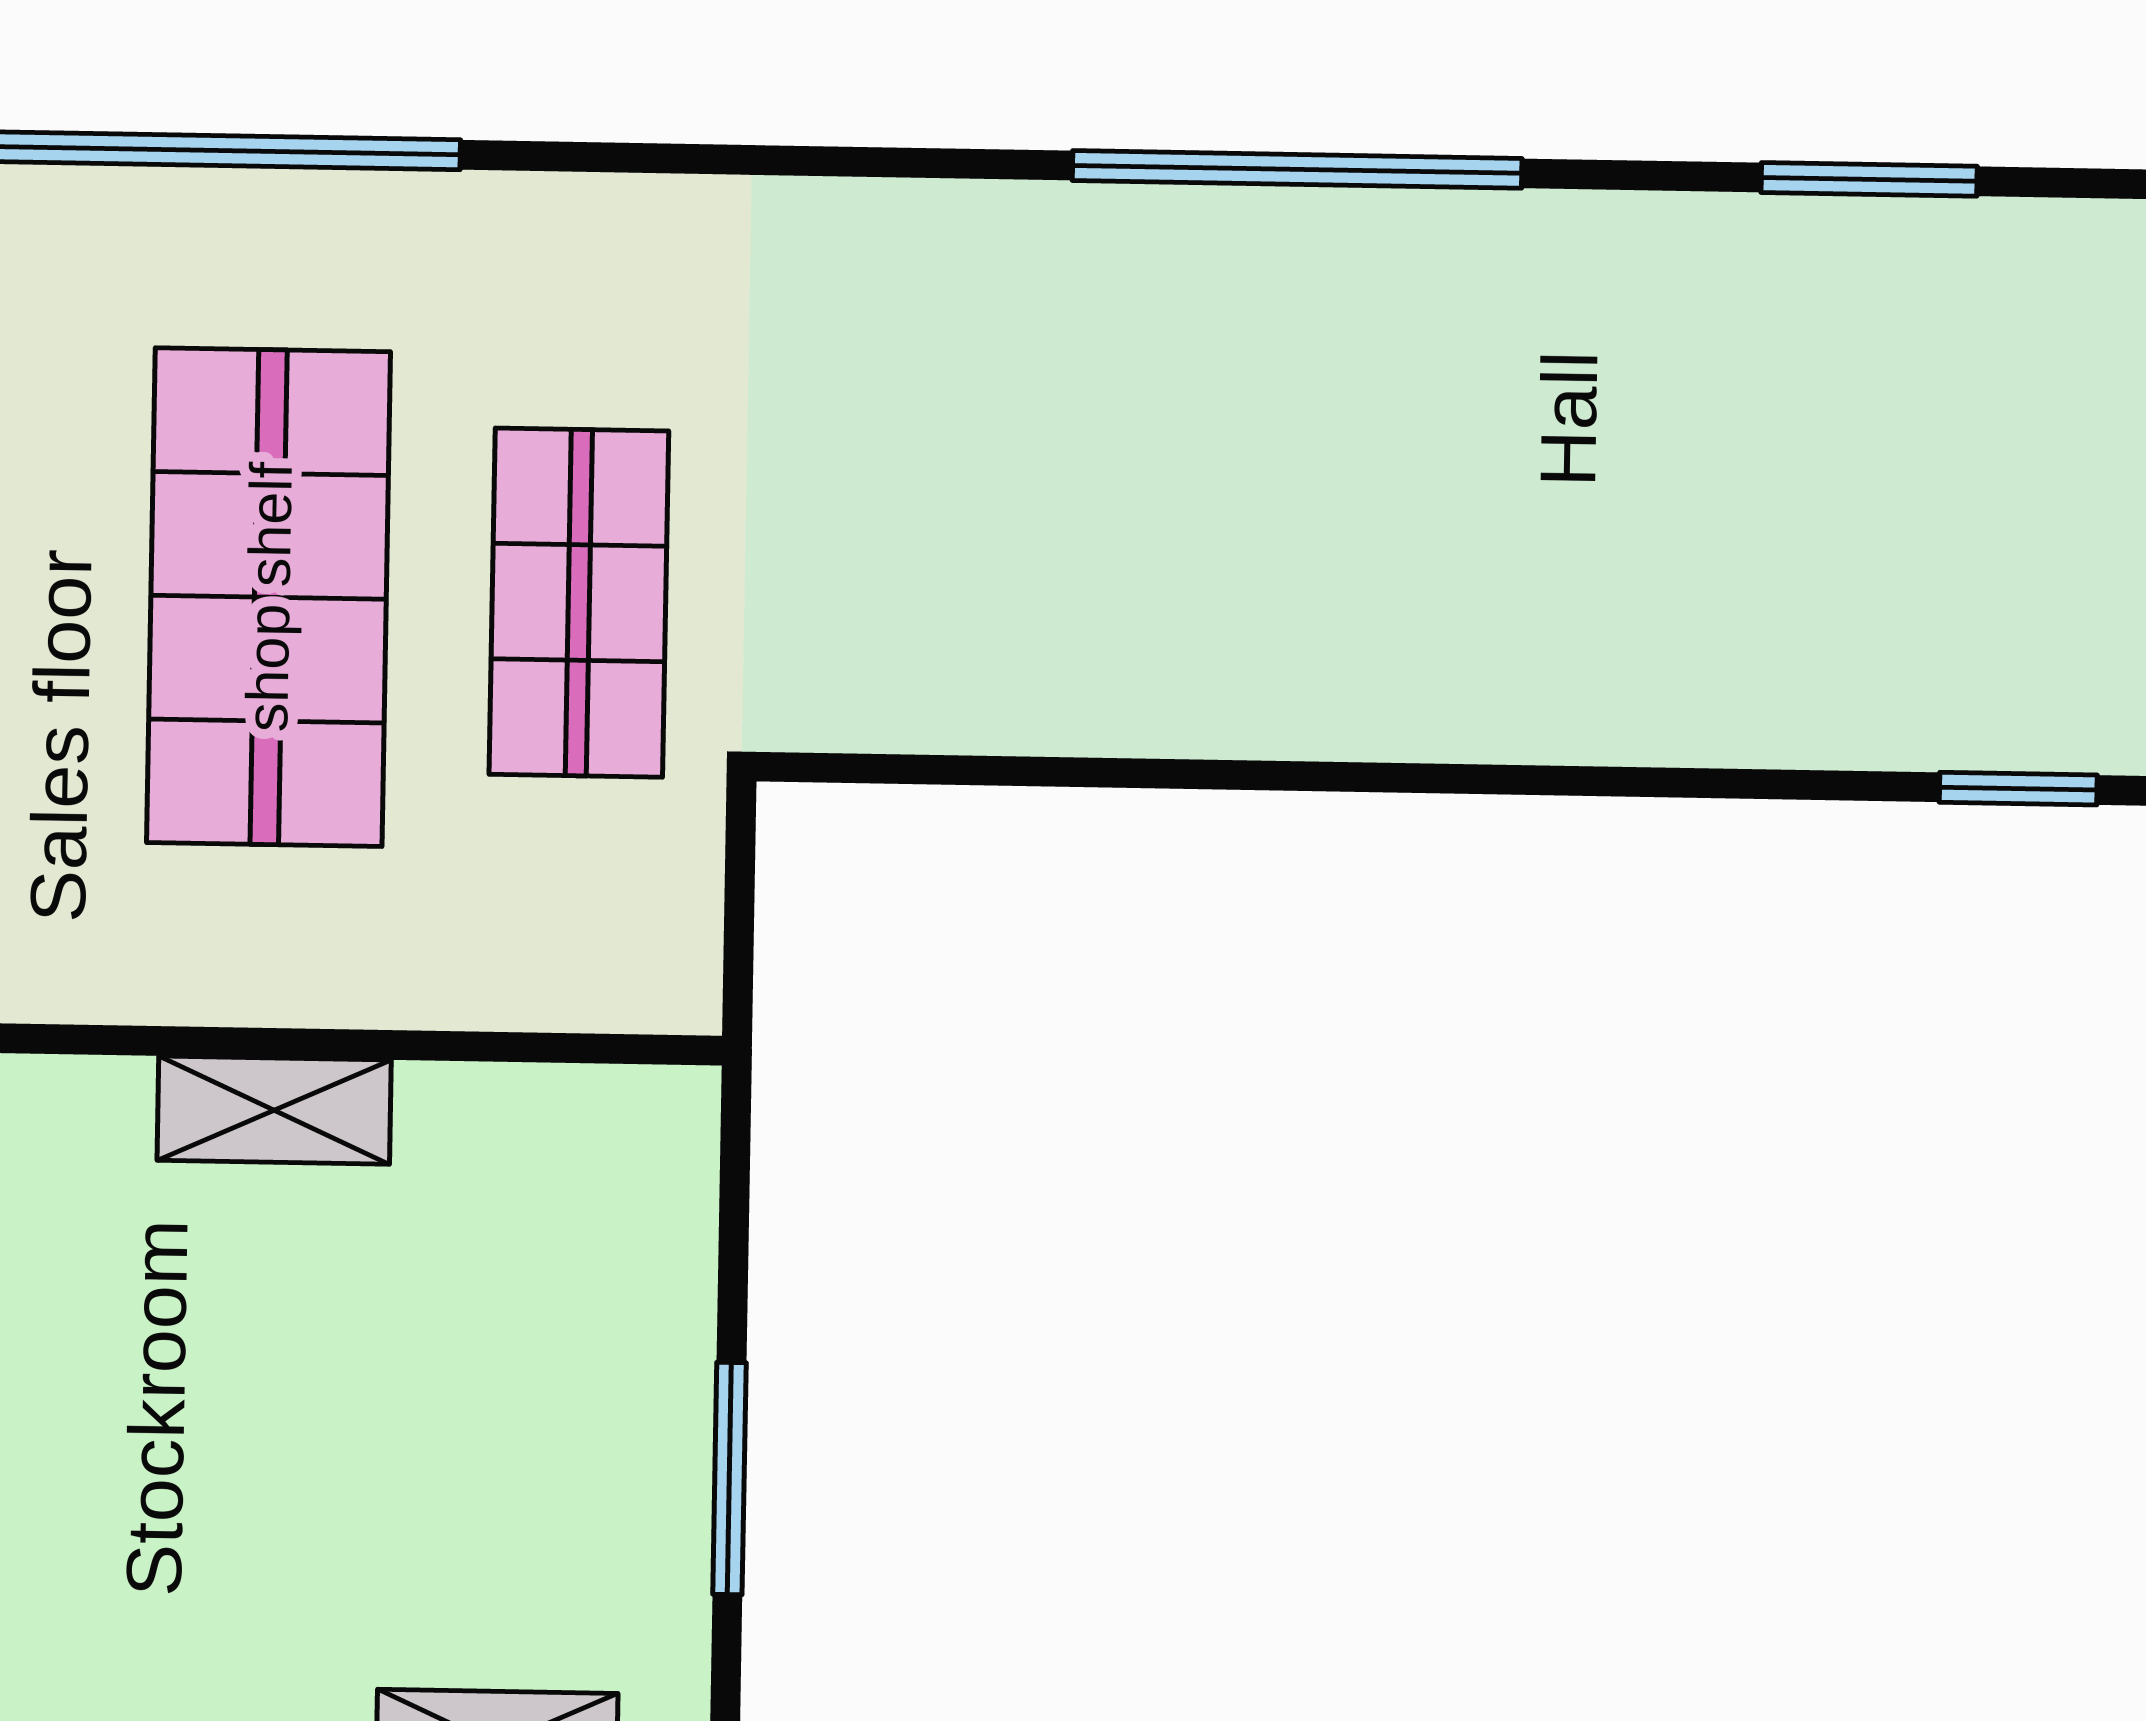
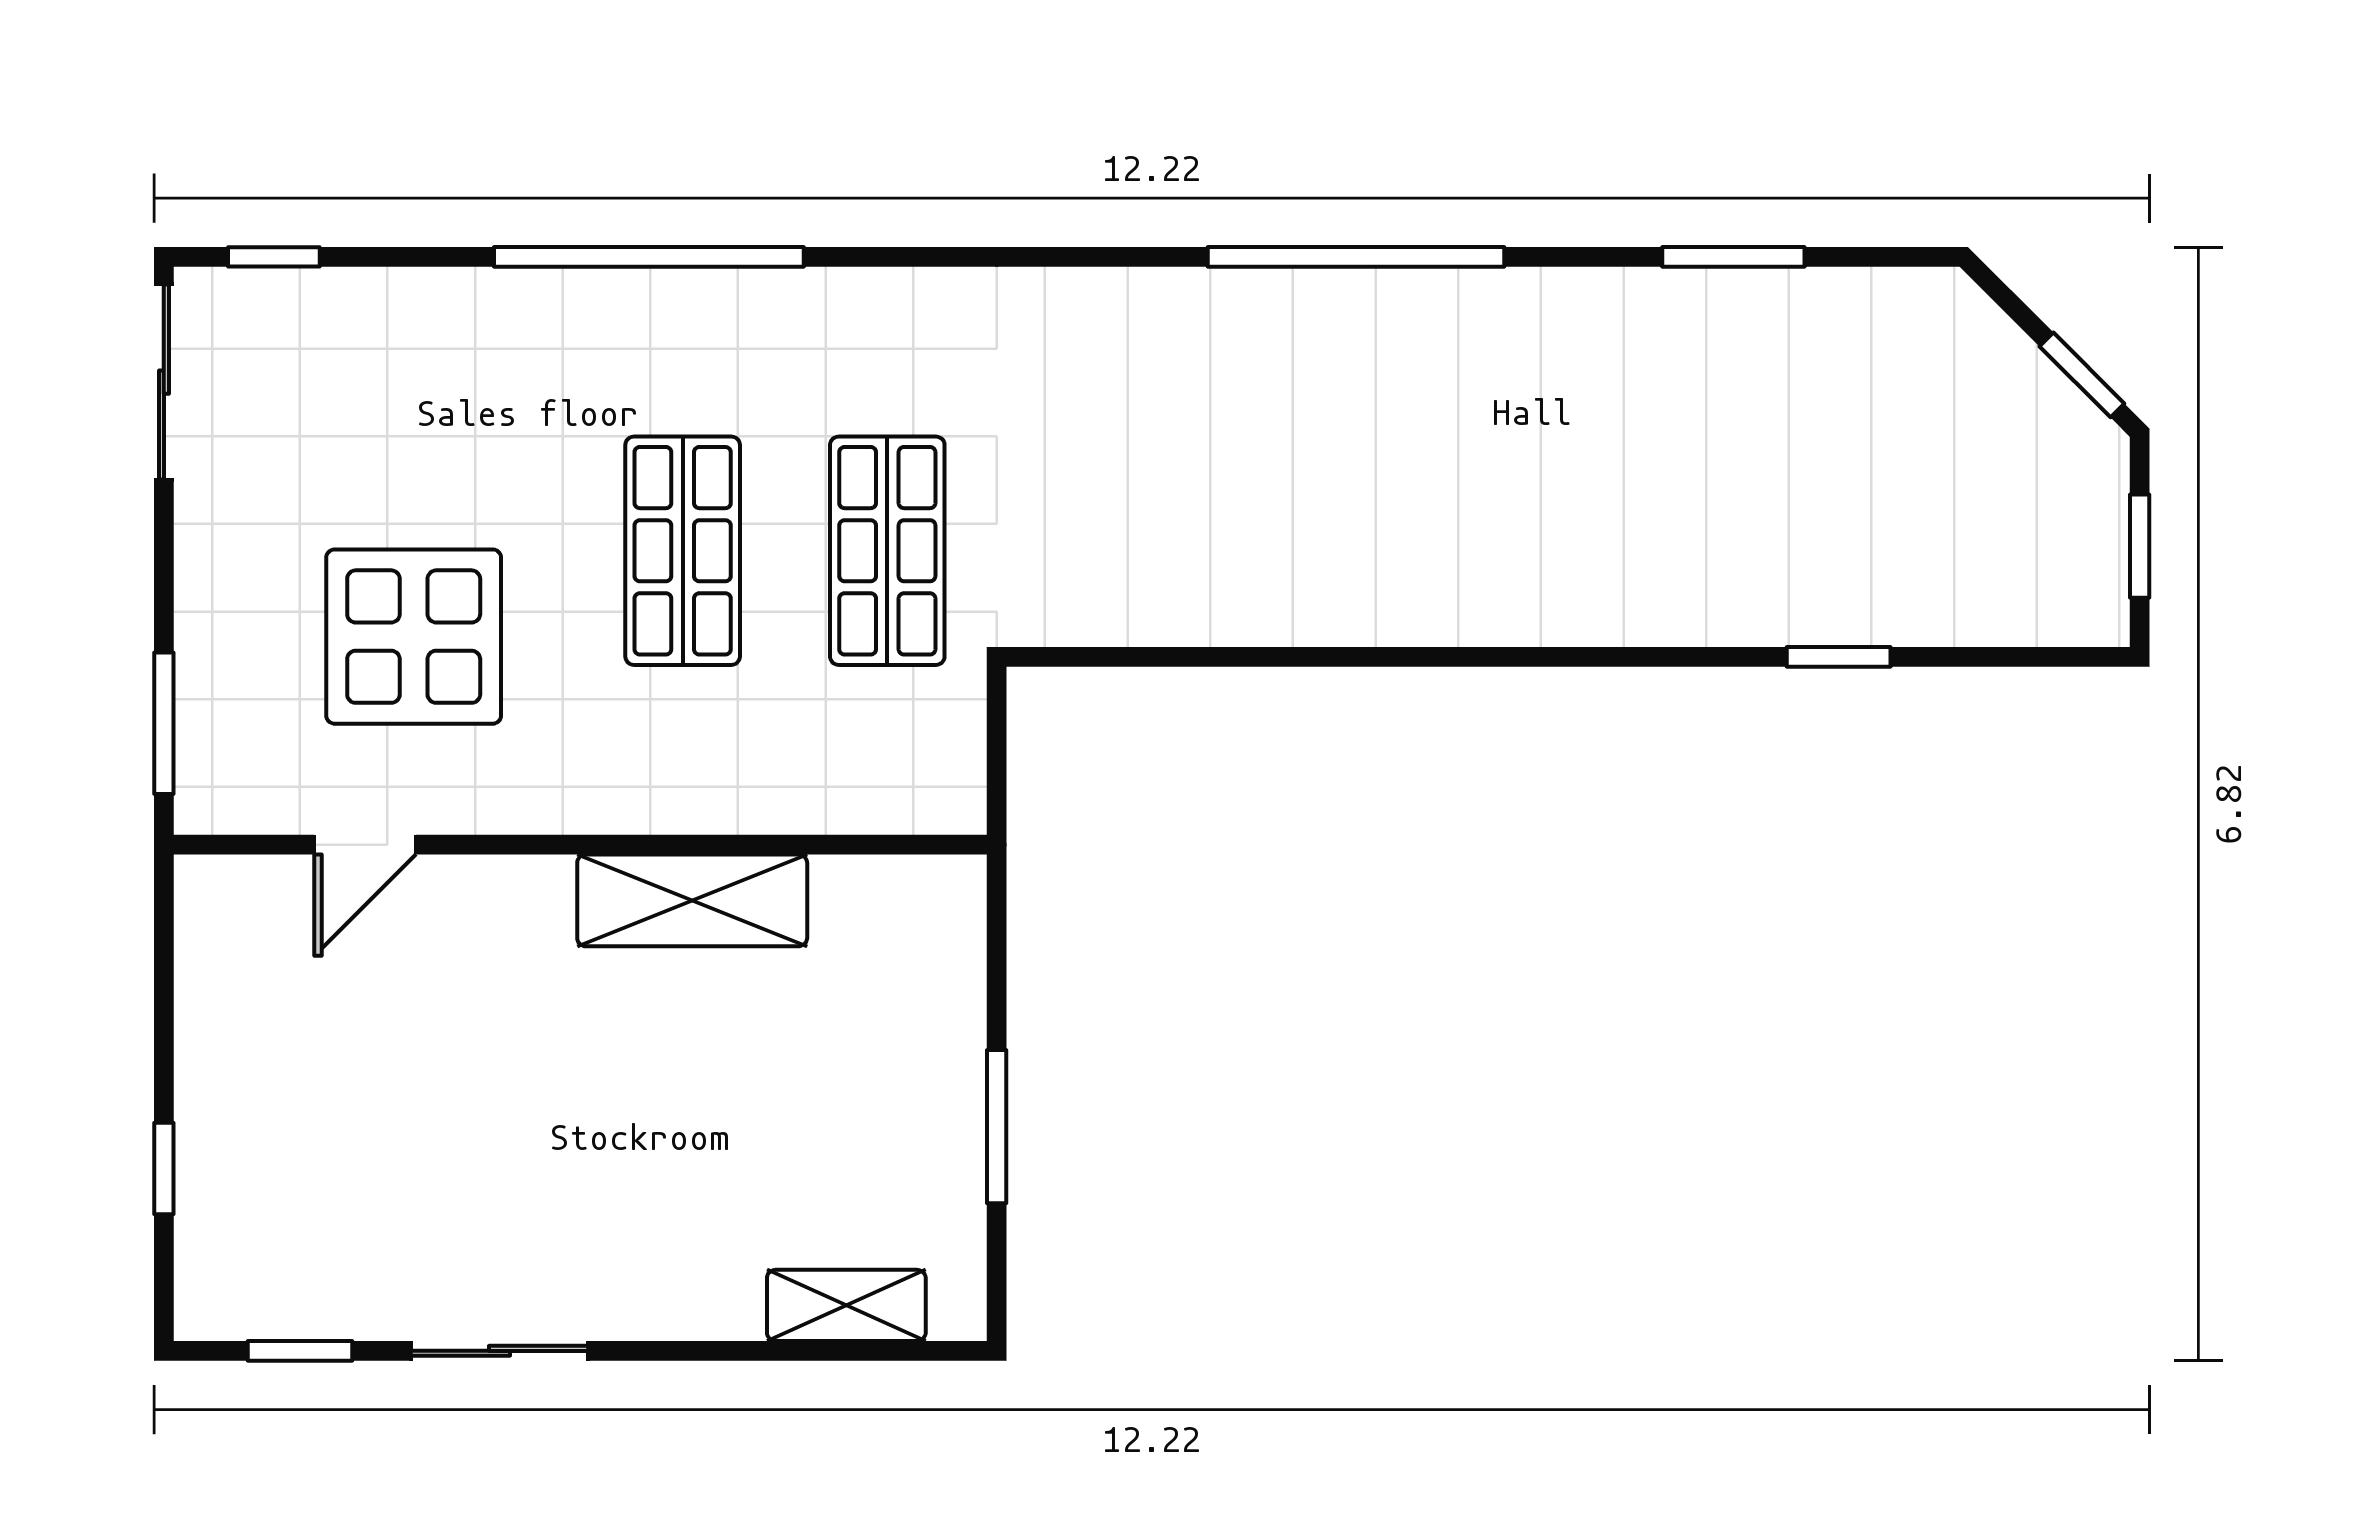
shop shelf: (269, 597) -> (683, 551), width x0.70, depth x0.74
shelving: (274, 1110) -> (692, 900), width x1.50, depth x1.33

